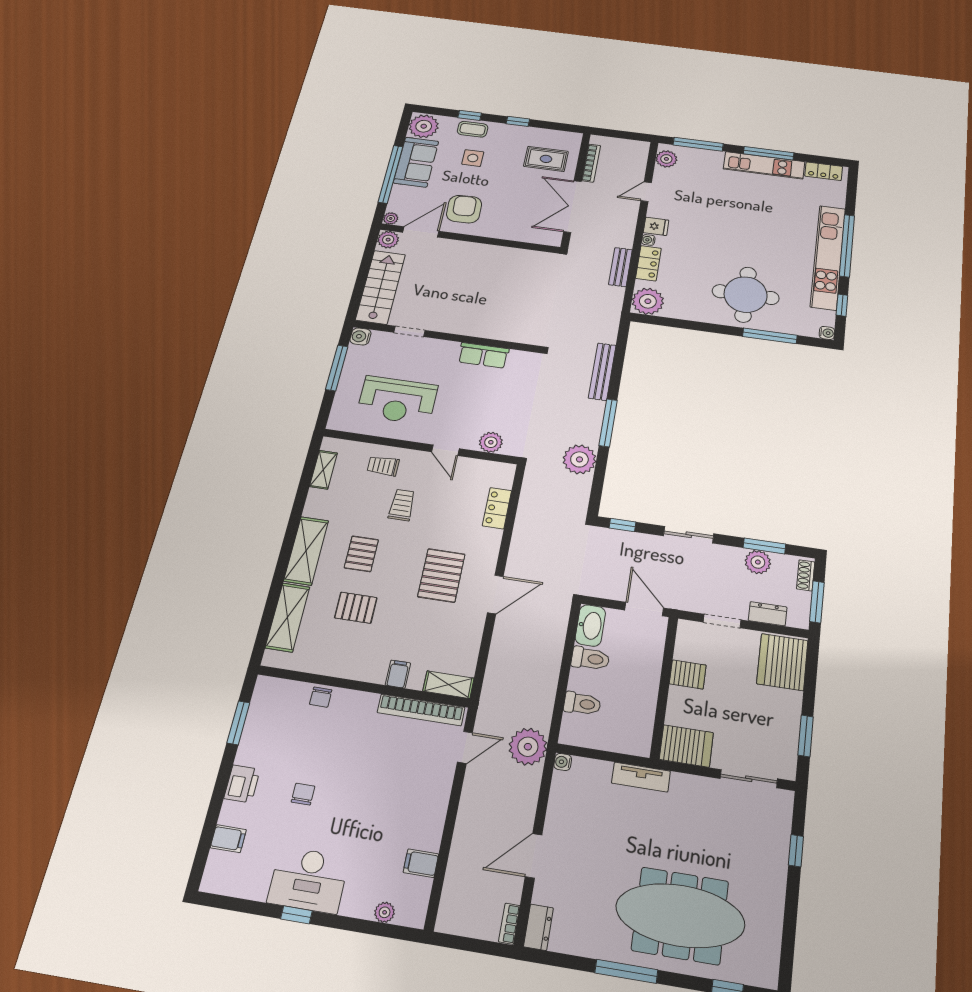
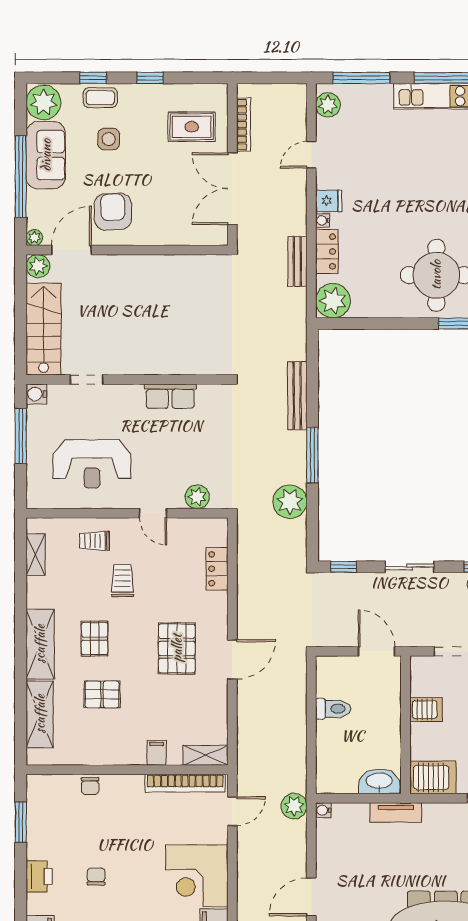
washbasin: (590, 625) -> (379, 781), moved, turned -90
toilet: (582, 704) -> (332, 753), removed
plant: (528, 747) -> (294, 806), width x0.73, depth x0.73
corner desk: (412, 811) -> (197, 876), added

